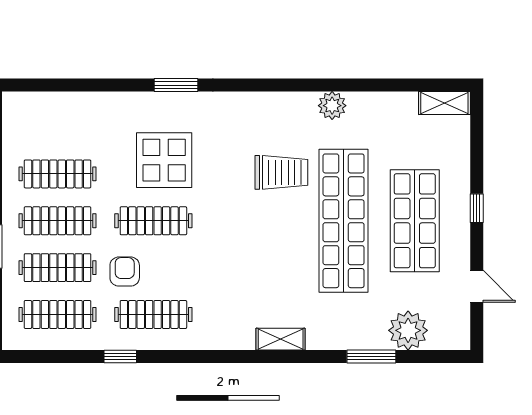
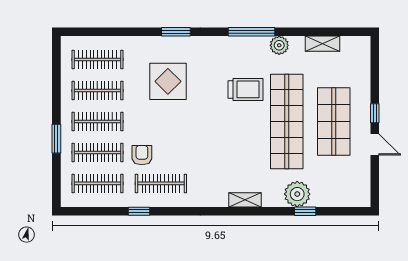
window: (290, 85) -> (251, 32), added
shelving: (444, 103) -> (322, 44), moved
clothes rail: (153, 221) -> (97, 60), moved
door: (477, 286) -> (375, 144), moved
plant: (408, 330) -> (297, 194), moved
window: (371, 356) -> (305, 211), width x0.67

